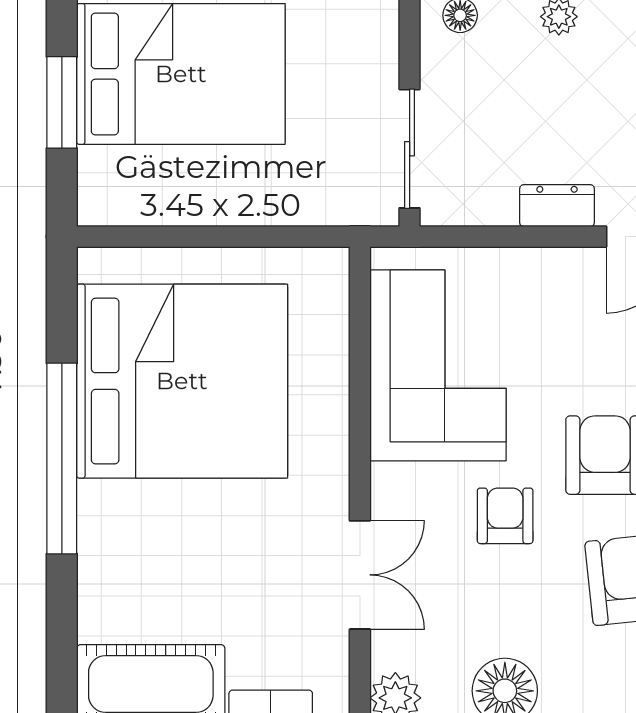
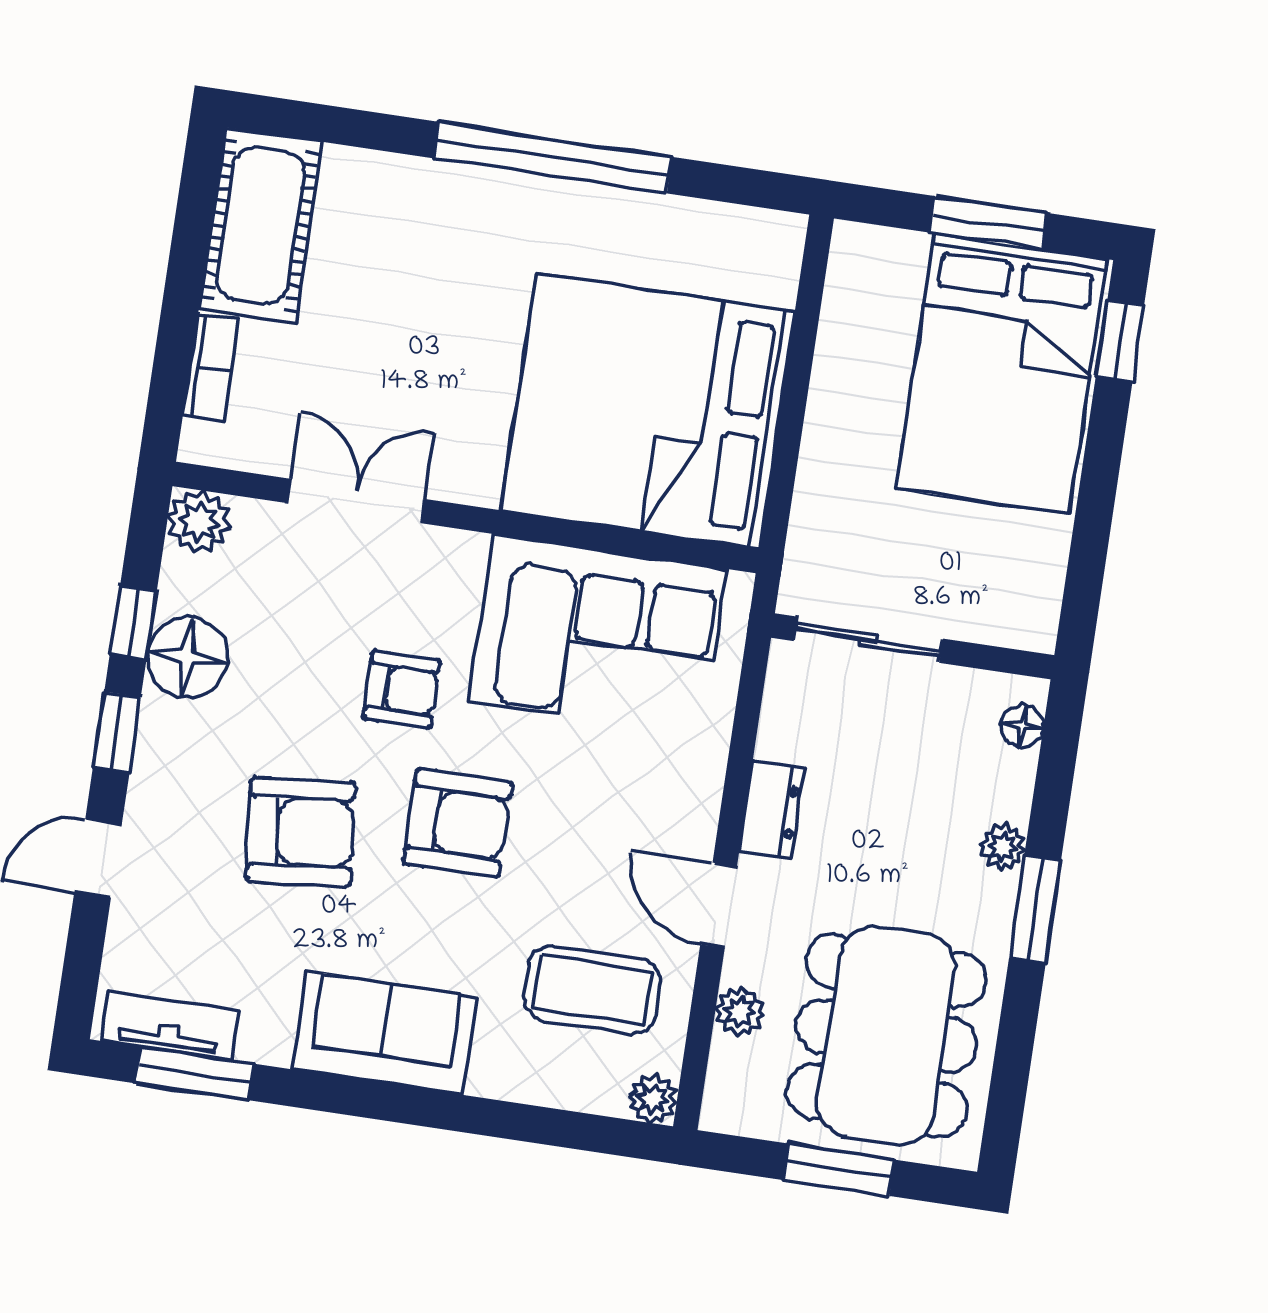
bed: (182, 381) -> (648, 411), moved, turned 90
double door: (360, 575) -> (356, 501), swing flipped

